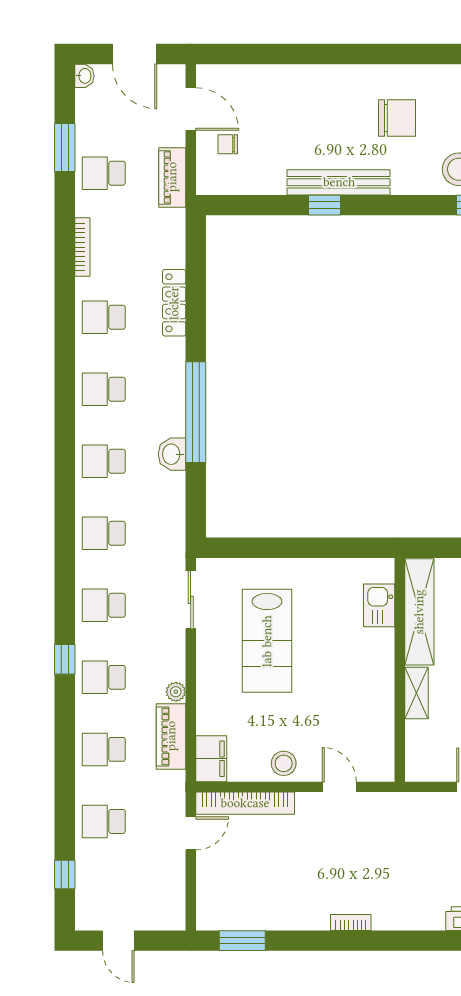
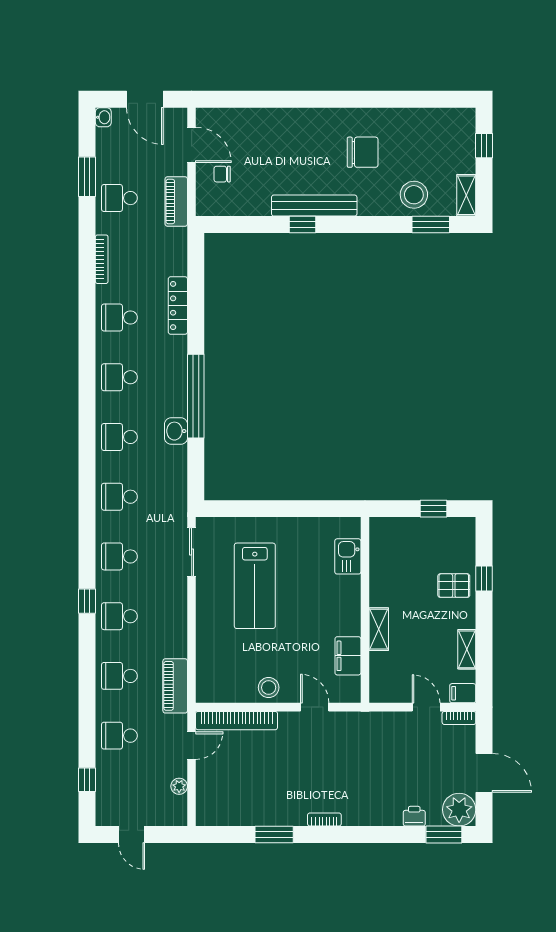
shelving: (419, 612) -> (381, 562), removed
plant: (176, 692) -> (179, 786), moved
piano: (171, 736) -> (175, 686), moved
filing cabinet: (211, 759) -> (348, 656), moved, turned 180
window: (242, 941) -> (274, 835), moved

